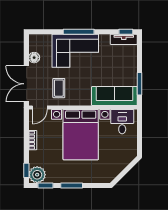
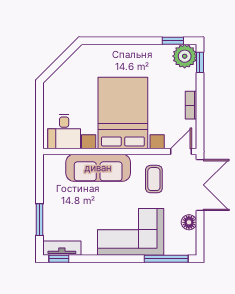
window: (79, 32) -> (166, 259), moved
window: (140, 84) -> (39, 220), moved
sofa: (114, 96) -> (98, 168), moved
window: (72, 186) -> (136, 41), removed

